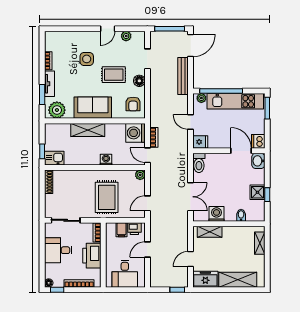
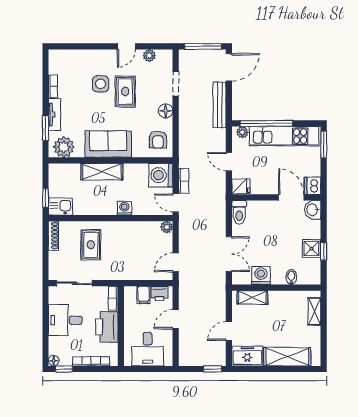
rug: (114, 75) -> (125, 92), moved, turned 90
rug: (107, 197) -> (91, 245), moved, width x0.73, depth x0.70

